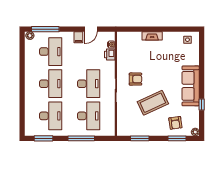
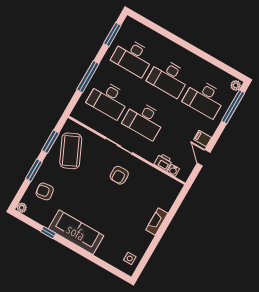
coffee table: (153, 103) -> (71, 151), moved
window: (177, 138) -> (34, 170), moved

